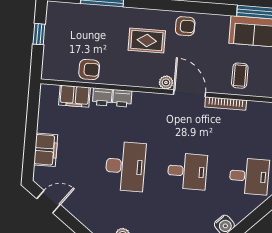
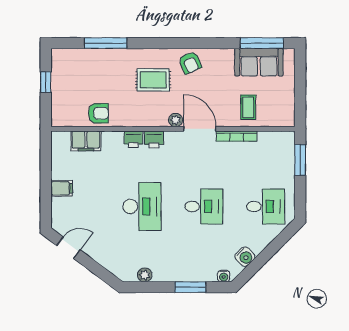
armchair: (185, 26) -> (190, 63), turned 66
printer: (102, 97) -> (154, 139), moved
filing cabinet: (46, 150) -> (62, 188), width x0.50

